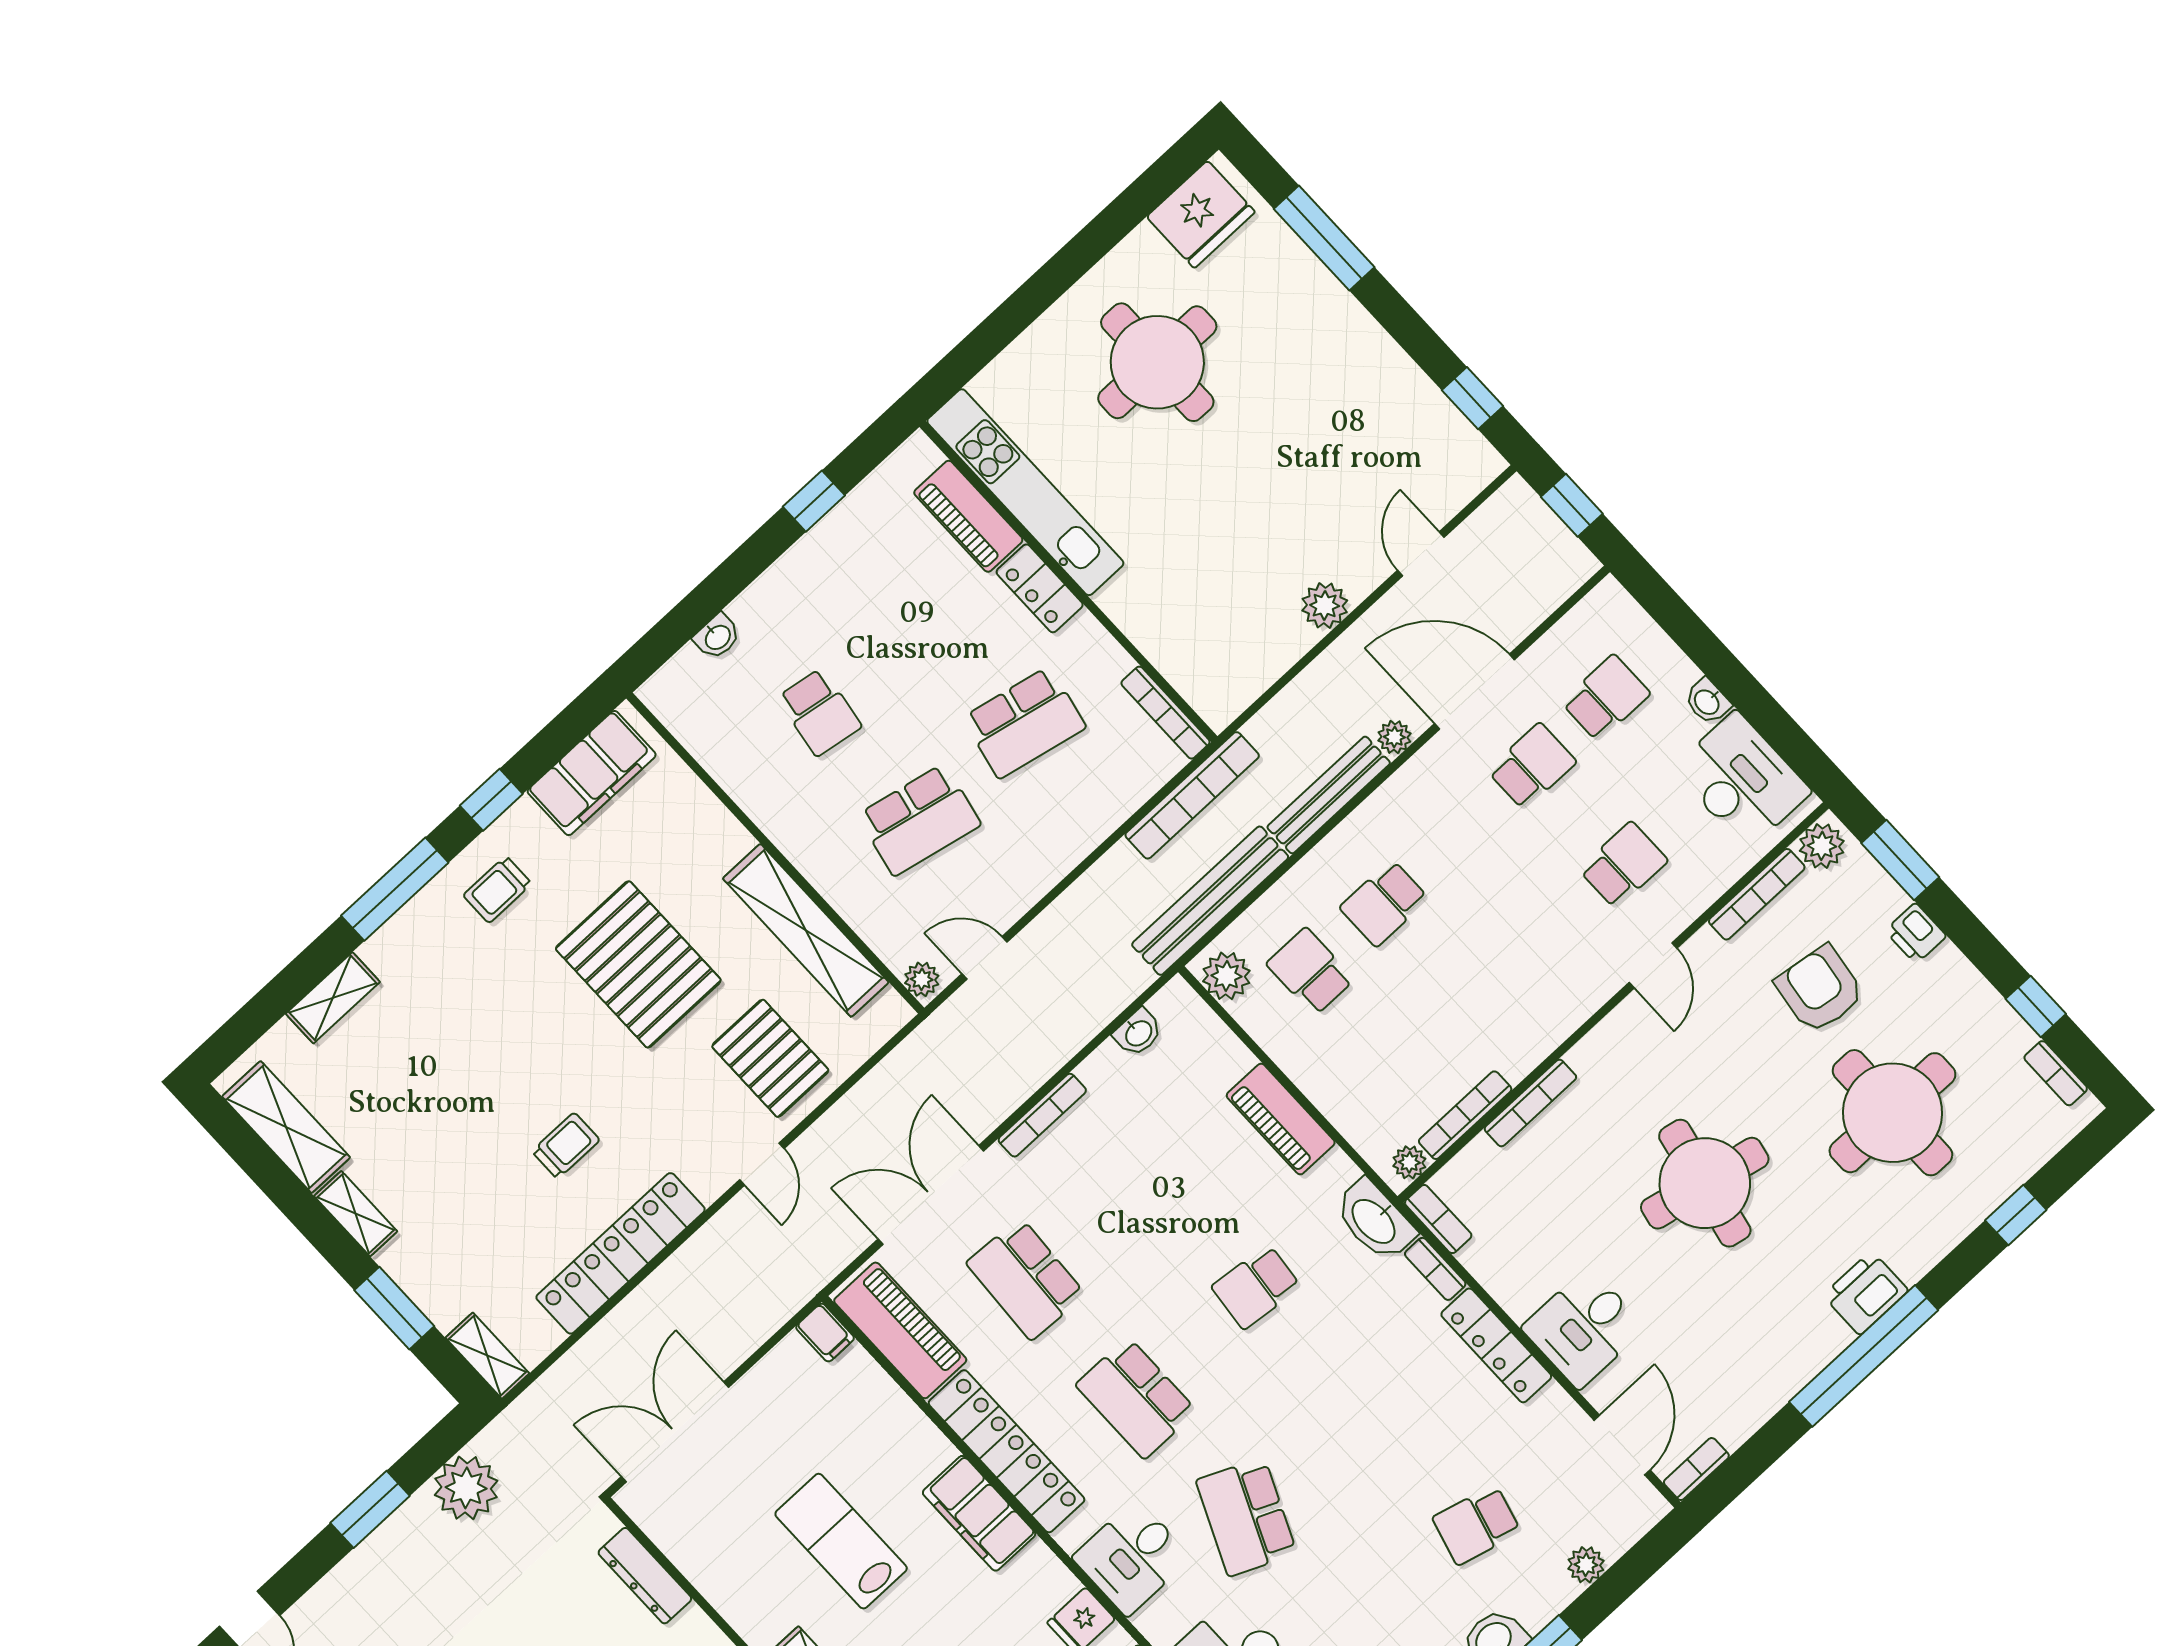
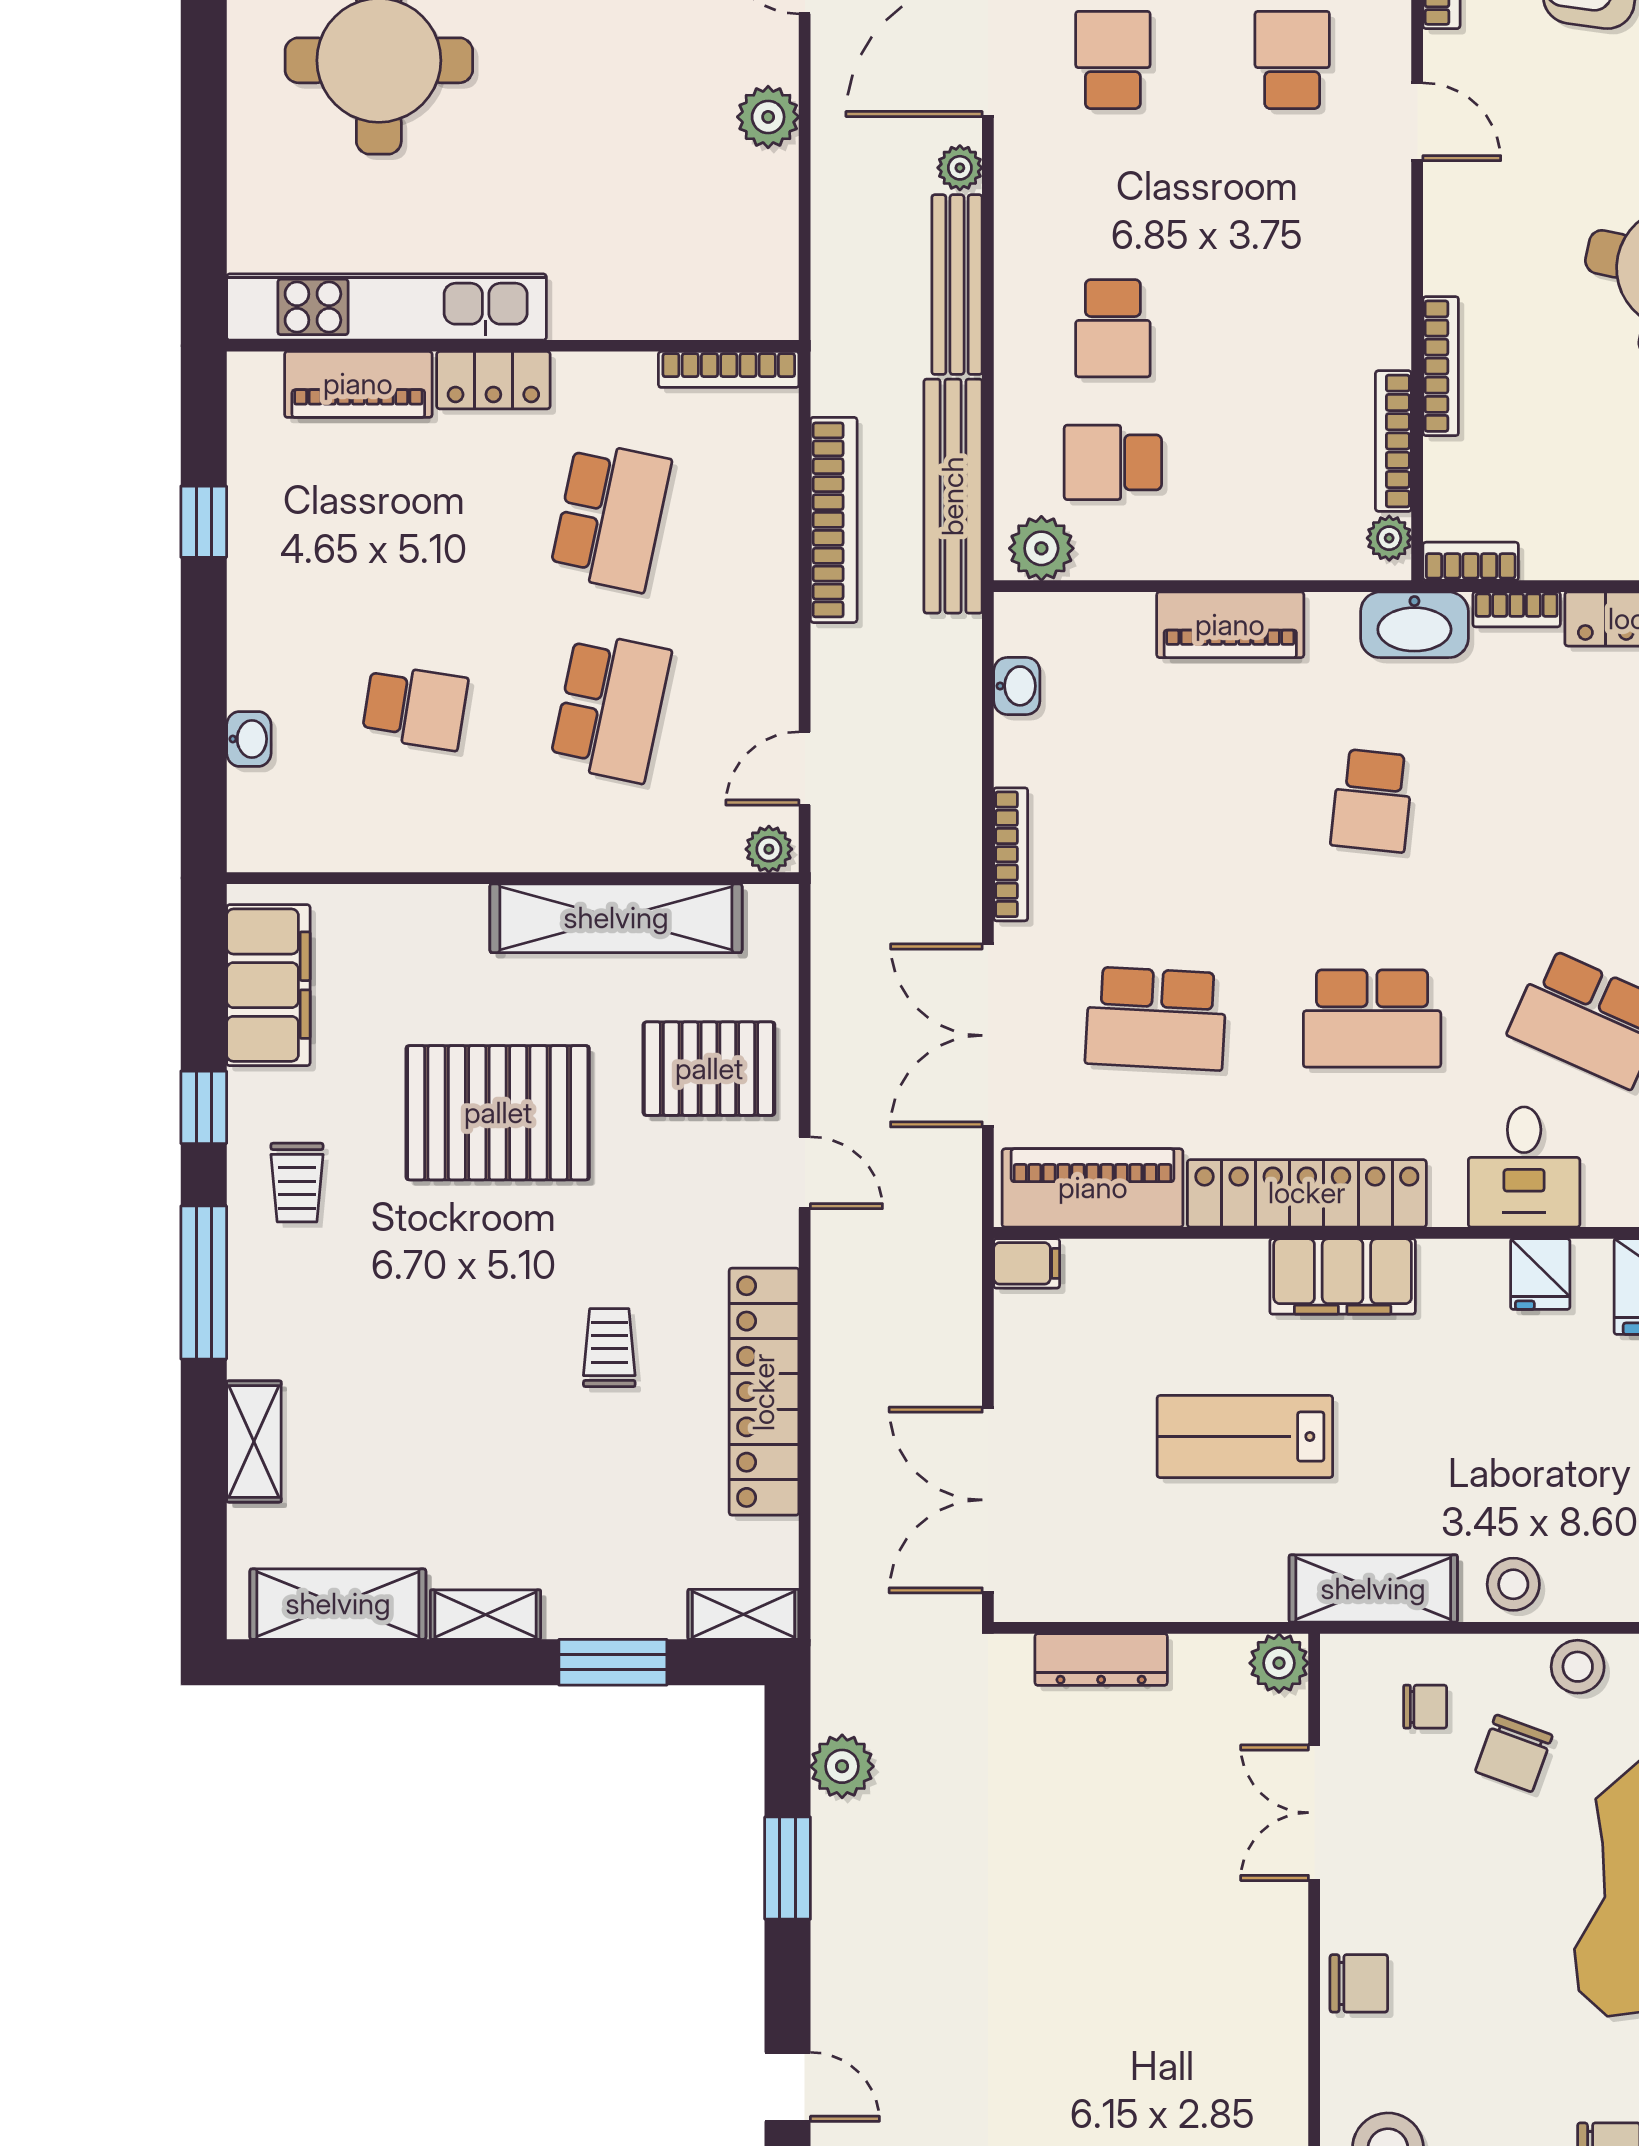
bookcase: (1192, 795) -> (834, 520), moved
plant: (466, 1488) -> (842, 1766), width x0.73, depth x0.73

